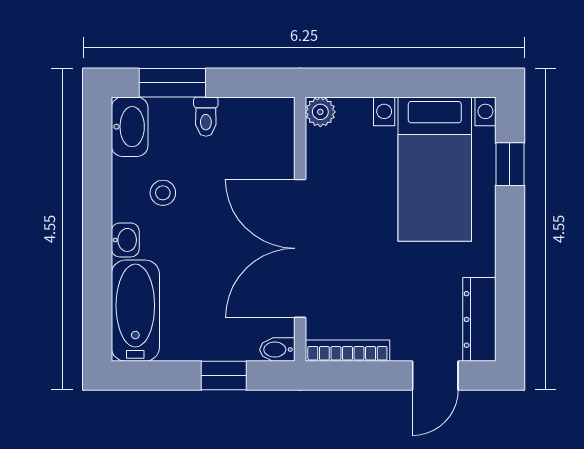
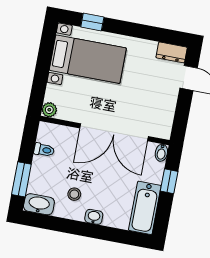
toilet: (206, 117) -> (44, 150), moved
bathtub: (135, 311) -> (145, 208), moved, turned -90
dresser: (479, 319) -> (172, 52), width x0.70
bookcase: (347, 351) -> (168, 119), removed

